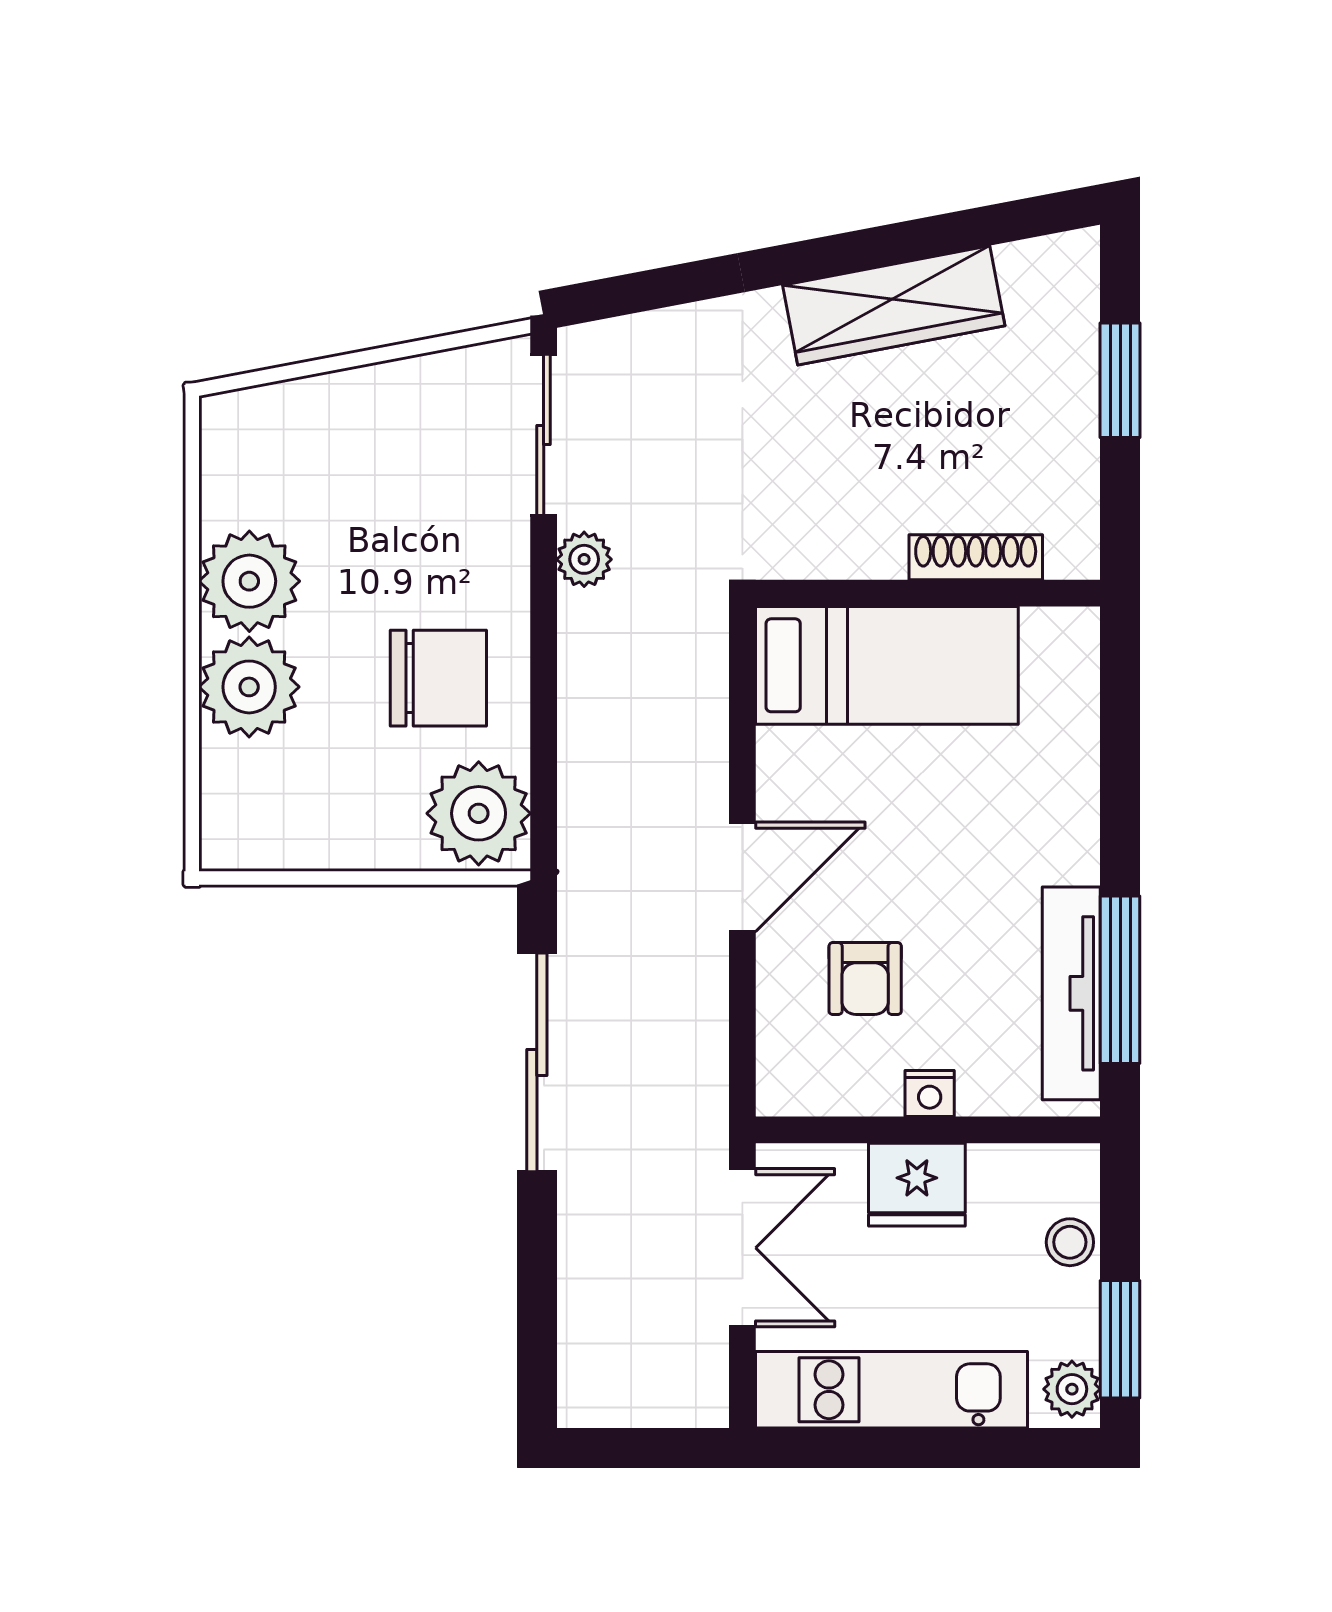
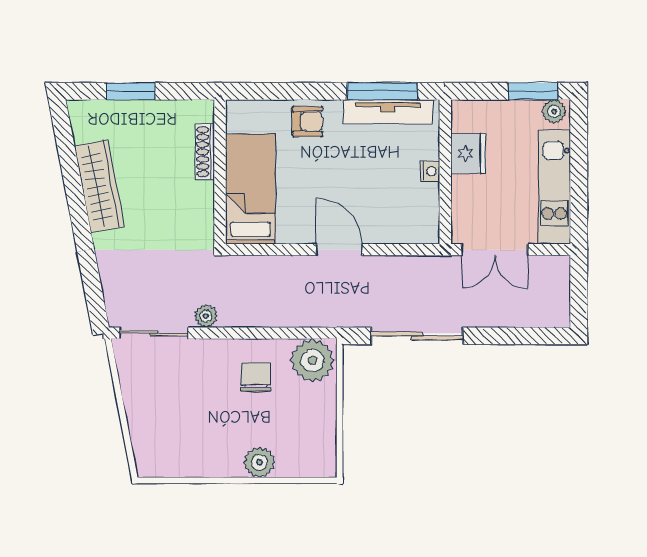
plant: (249, 581) -> (215, 457), removed
chair: (438, 678) -> (256, 377), width x0.73, depth x0.73
plant: (249, 687) -> (259, 462), width x0.73, depth x0.73
armchair: (865, 979) -> (307, 121), moved
fridge: (917, 1185) -> (468, 154), moved
stool: (1070, 1242) -> (492, 112), removed
double door: (742, 1248) -> (495, 250), swing flipped

